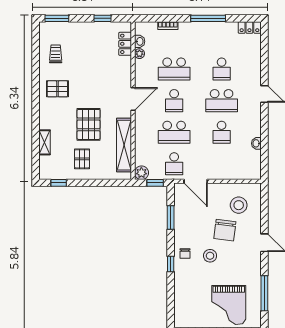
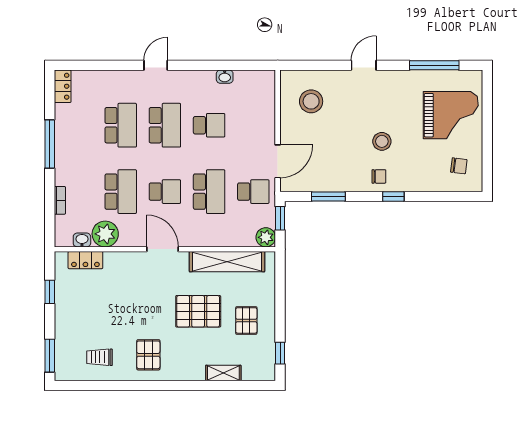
plant: (139, 54) -> (105, 234), width x1.88, depth x1.88
school desk: (222, 69) -> (121, 125), width x1.85
pallet: (82, 159) -> (246, 320), turned 90
chair: (225, 230) -> (459, 166), moved, width x0.54, depth x0.54

